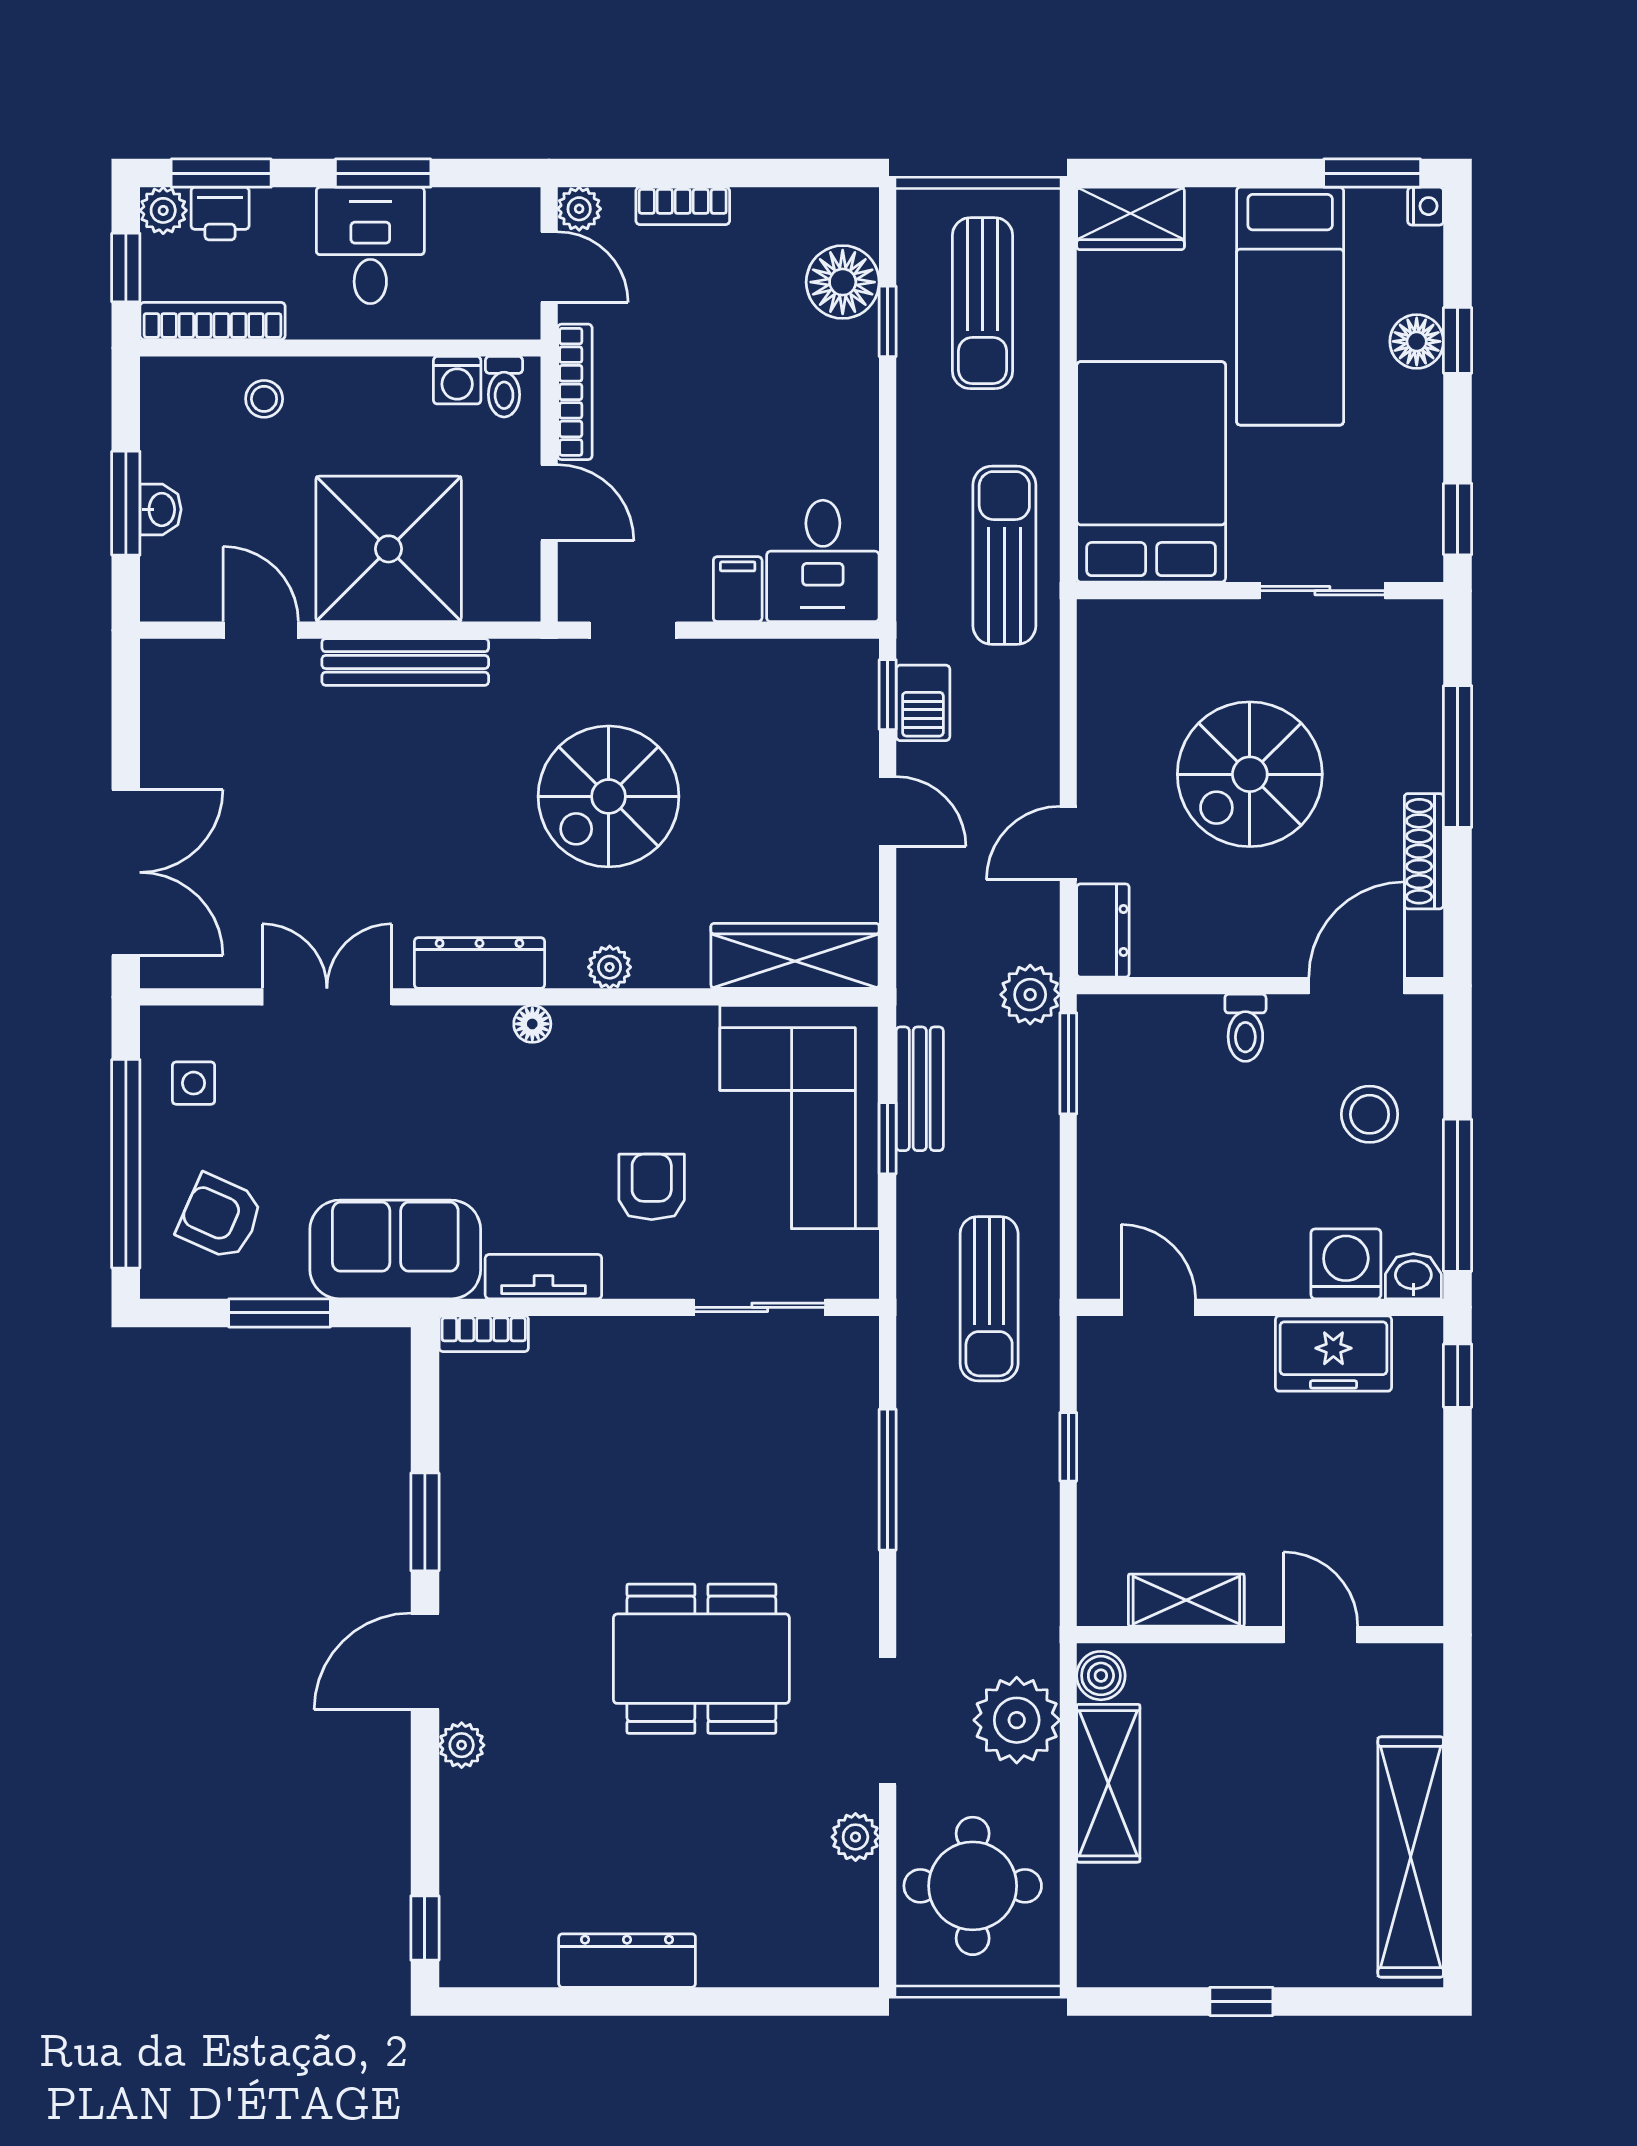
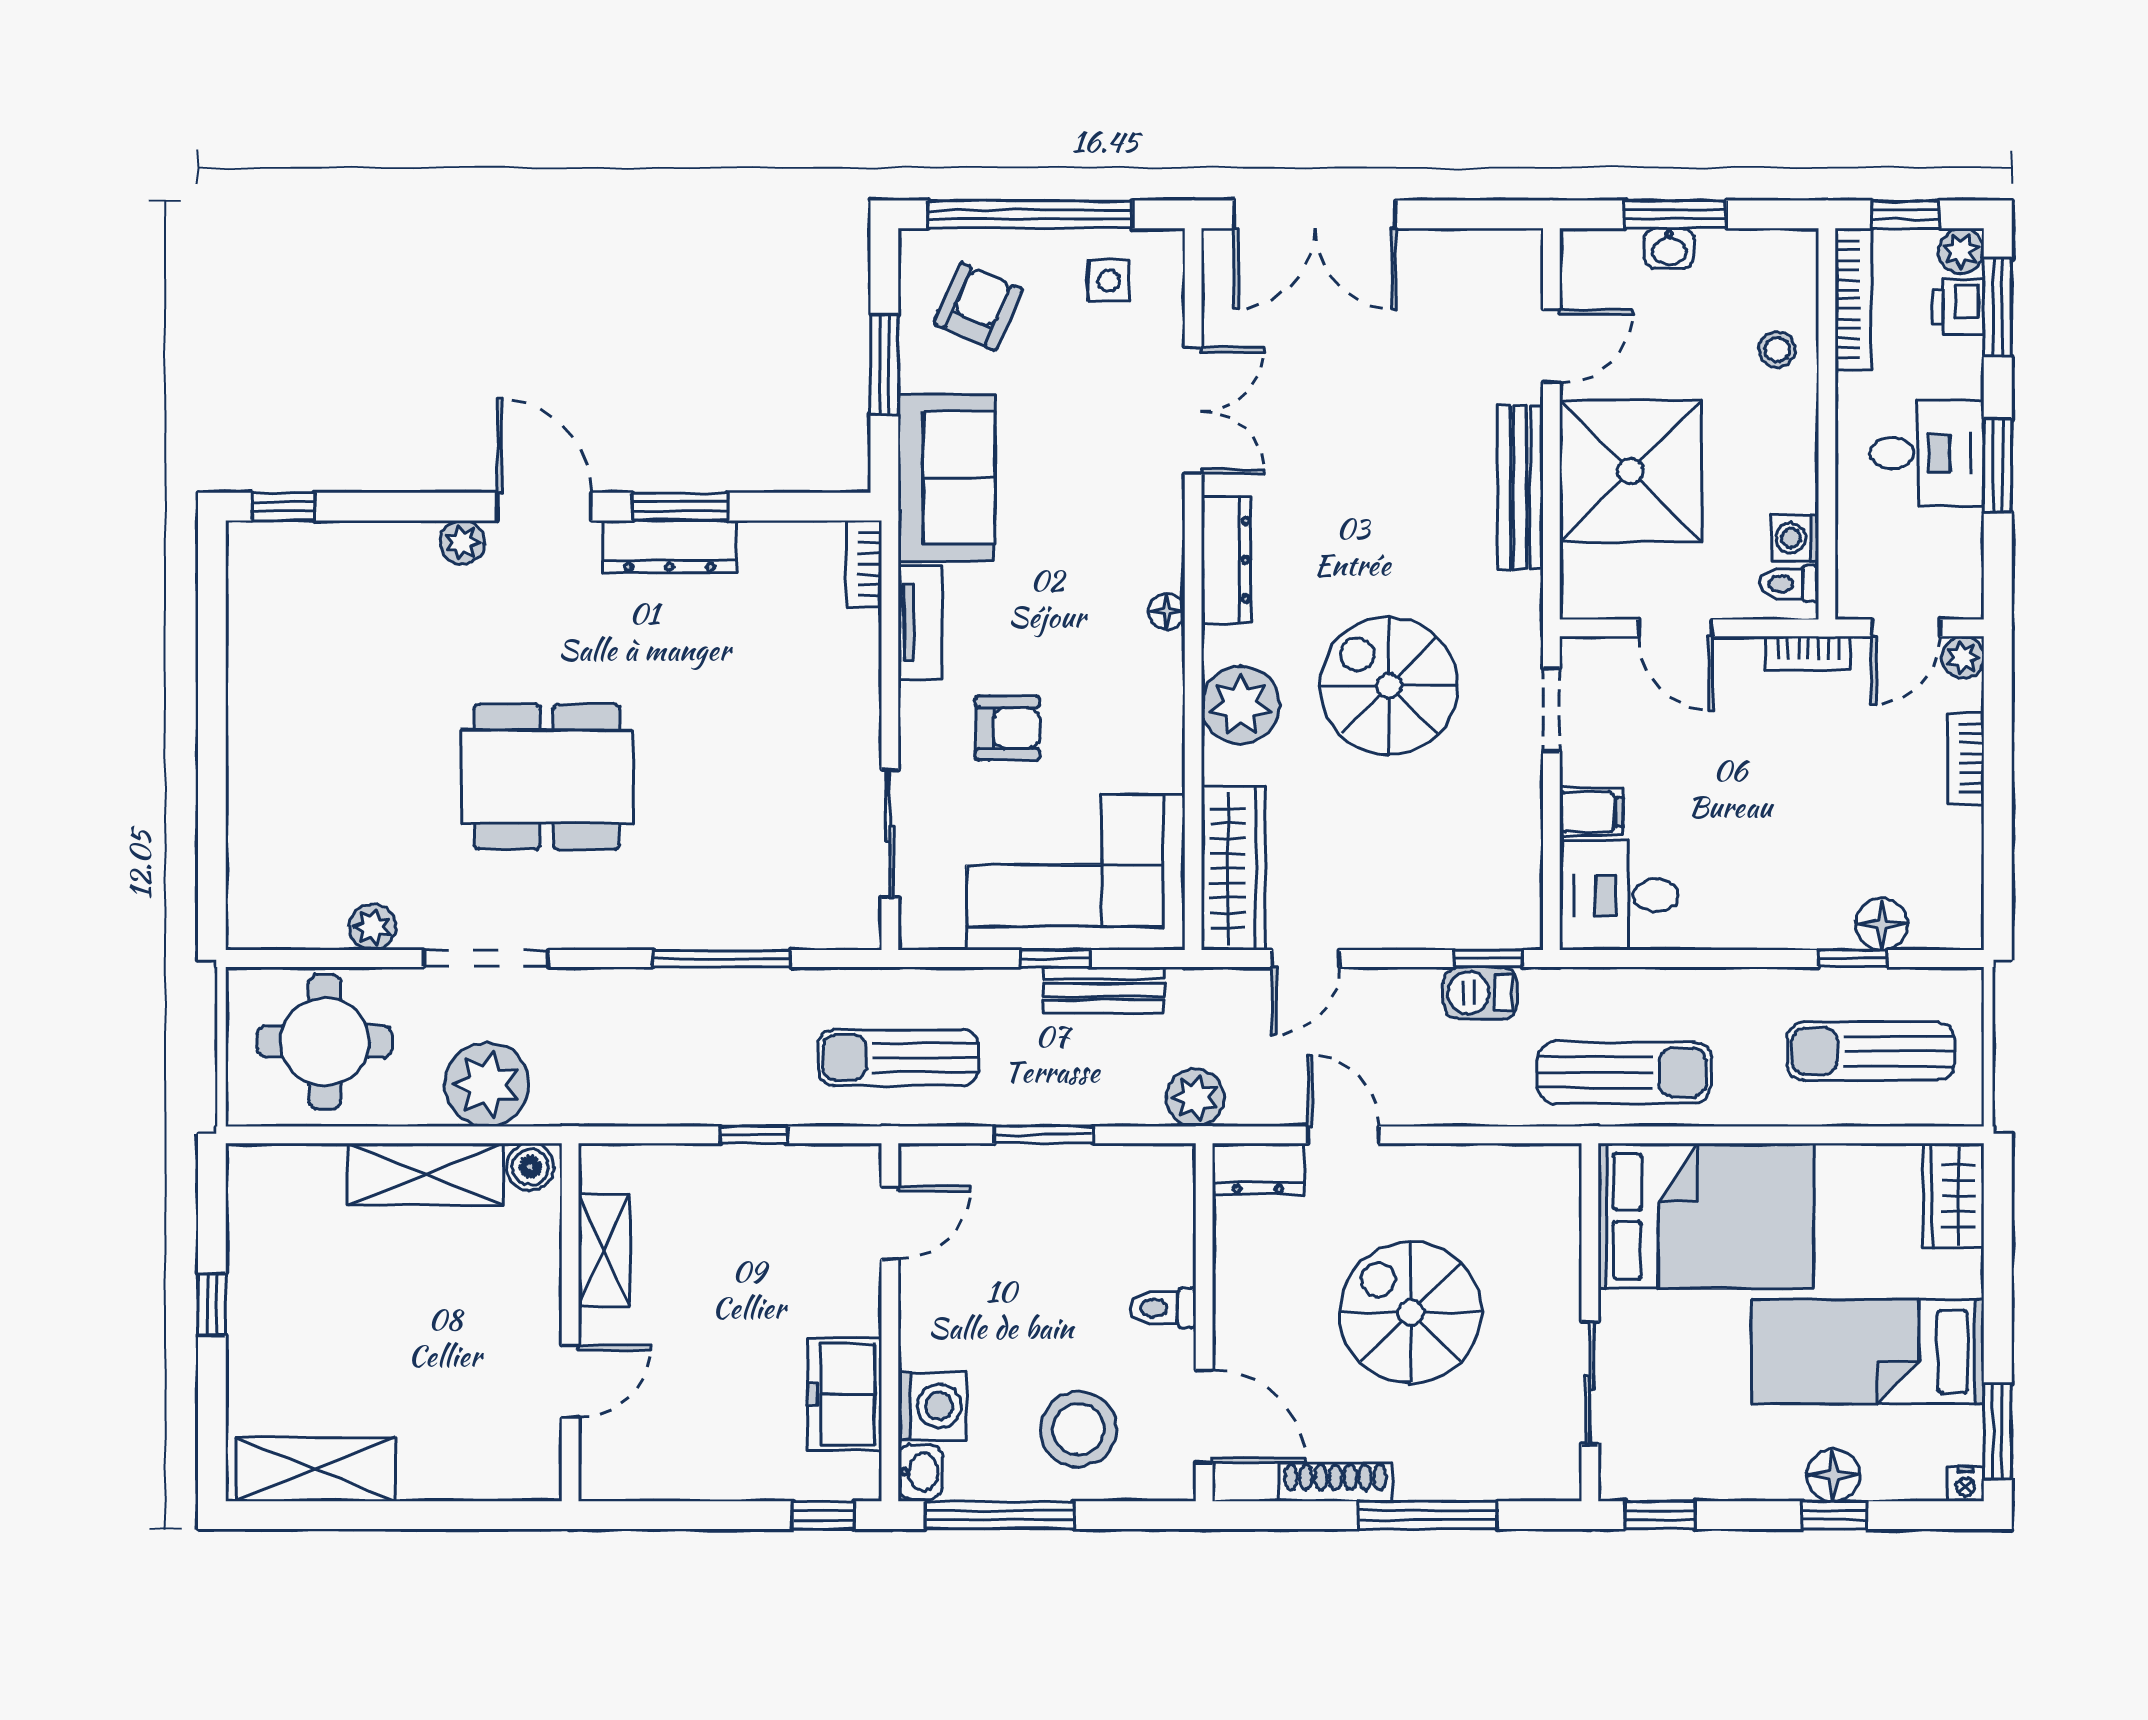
floor lamp: (843, 282) -> (1882, 924), width x0.73, depth x0.73
bookcase: (575, 392) -> (1808, 653), width x0.64
door: (549, 503) -> (1676, 628), hinge flipped
door: (888, 812) -> (1306, 959), moved
plant: (610, 967) -> (1240, 705), width x1.87, depth x1.87
window: (1068, 1063) -> (1044, 1135), moved
stool: (1370, 1114) -> (1078, 1429), width x1.38, depth x1.38
dining table: (701, 1659) -> (547, 777), turned 90
shelving: (1411, 1857) -> (316, 1469), width x0.68
dresser: (627, 1961) -> (669, 546), moved, turned 90

